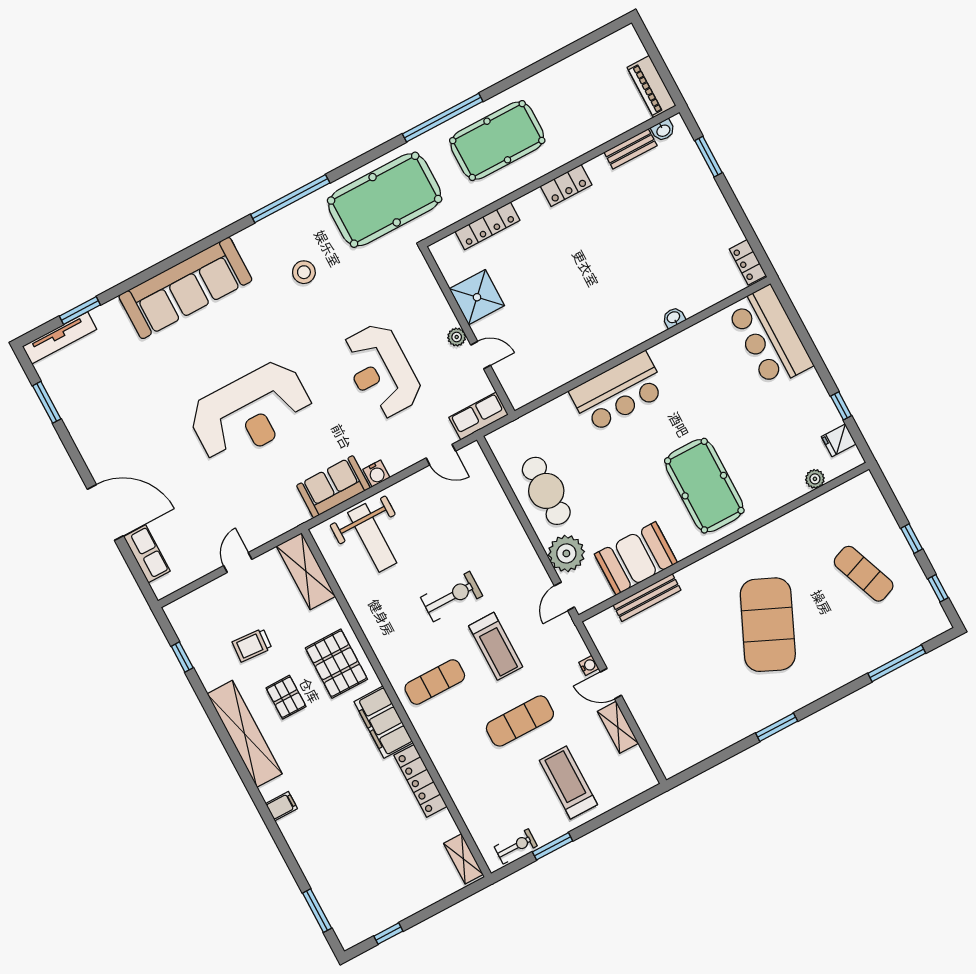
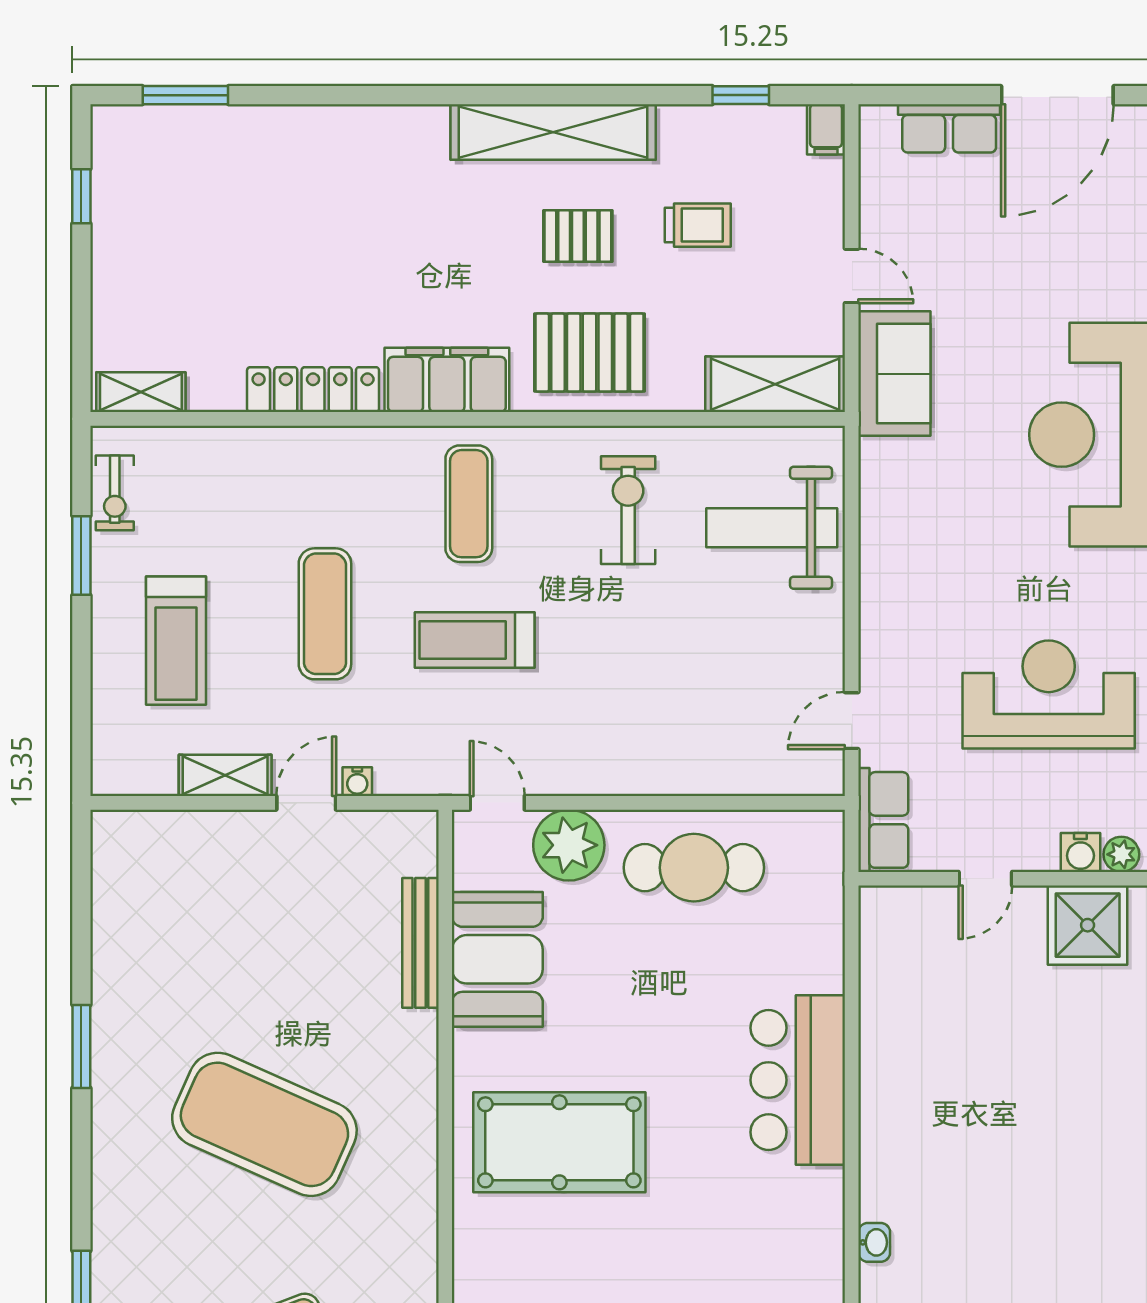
plant: (457, 337) -> (1121, 854), moved
water cooler: (376, 473) -> (1080, 853), moved, turned -90
sofa: (333, 487) -> (894, 374), moved
exercise bike: (452, 597) -> (628, 510), moved, turned 180
trolley: (252, 645) -> (698, 225), turned 86
treadmill: (568, 782) -> (176, 641), turned 90
filing cabinet: (281, 806) -> (826, 129), moved

